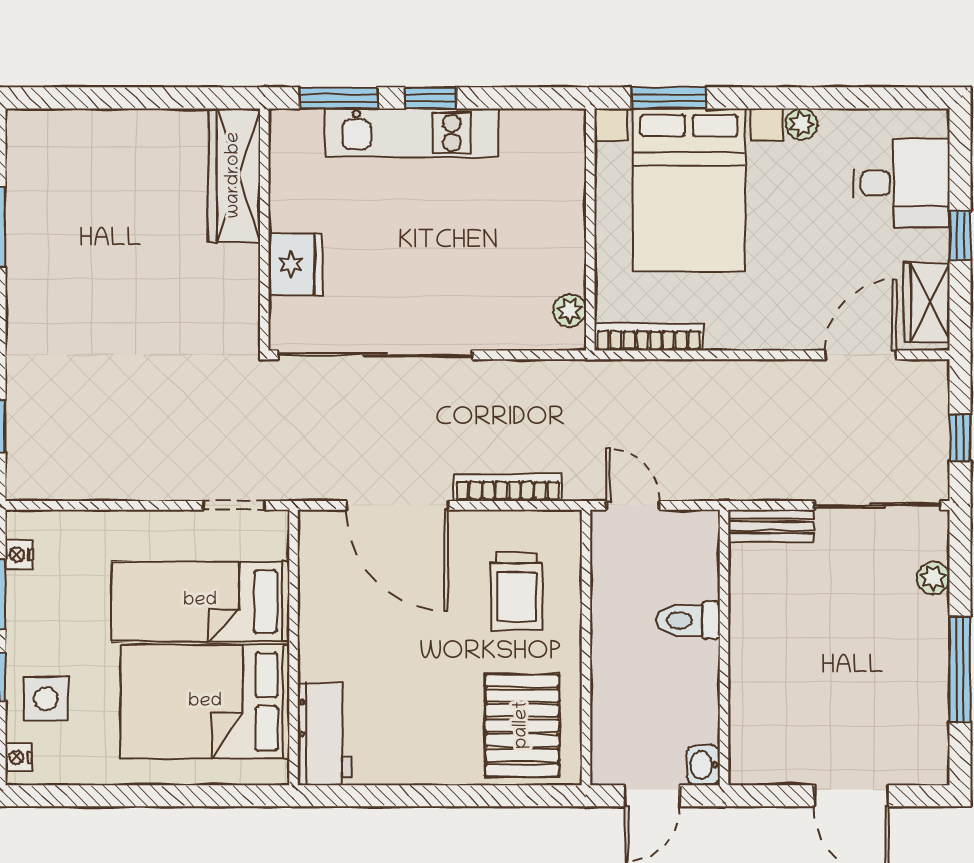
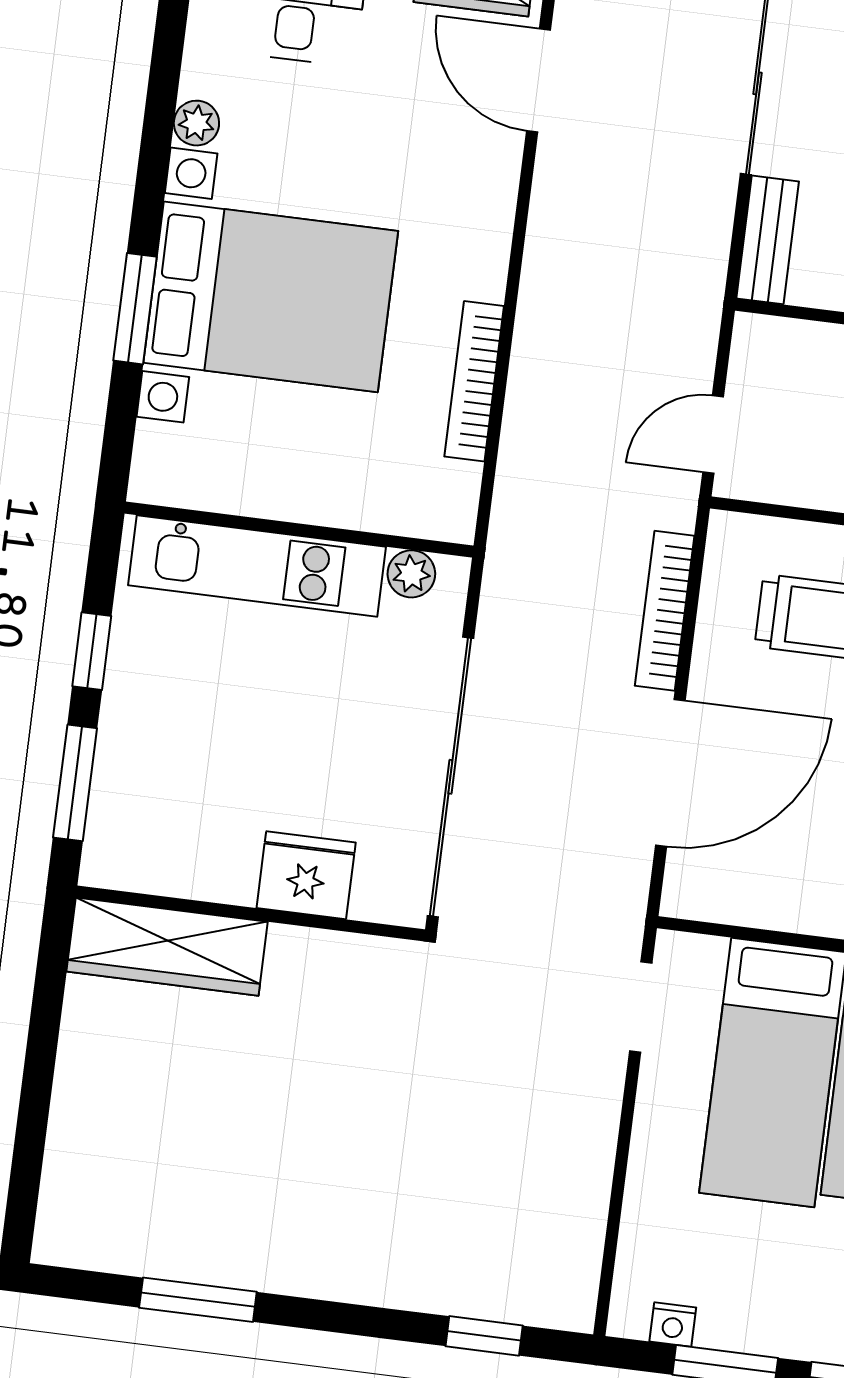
kitchen unit: (412, 133) -> (257, 566), moved, turned 90
wall: (590, 230) -> (299, 530), moved
plant: (570, 310) -> (411, 574), moved

